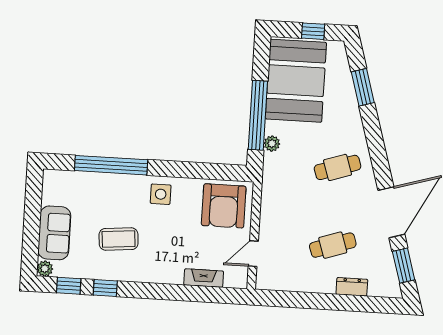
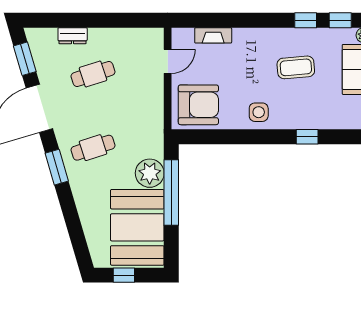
window: (363, 87) -> (57, 167), moved
plant: (272, 144) -> (150, 173), width x1.88, depth x1.88
window: (111, 165) -> (307, 137), width x0.32
armchair: (224, 206) -> (198, 105), turned 90

